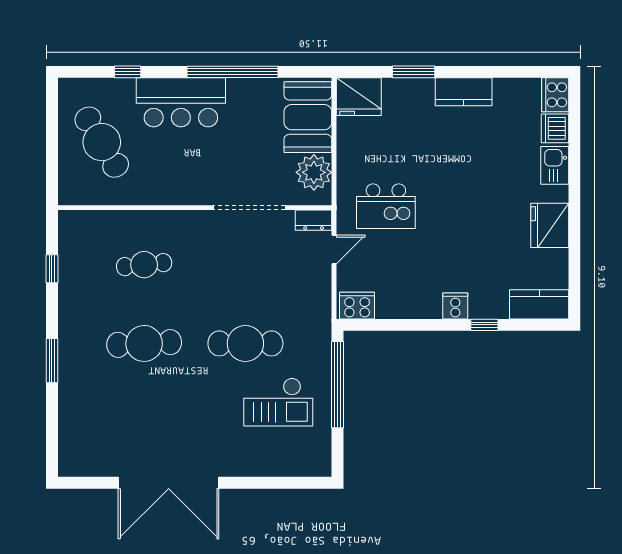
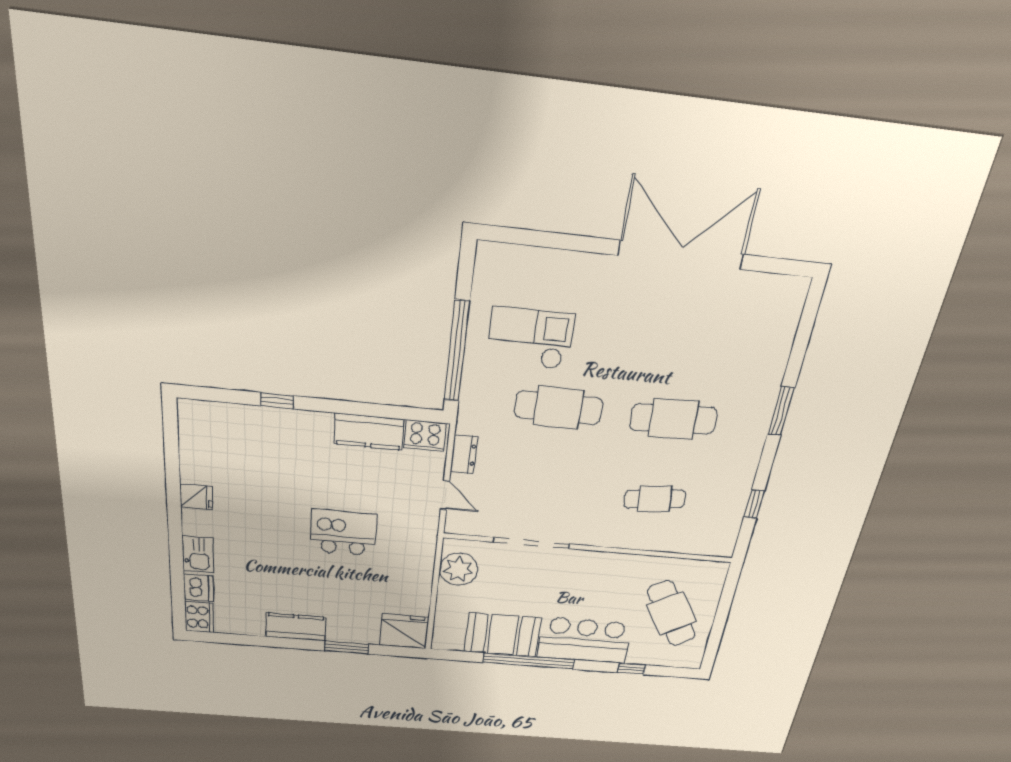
booth: (308, 117) -> (503, 635), moved, turned 90
kitchen island: (386, 206) -> (343, 533), moved
dresser: (314, 220) -> (464, 454), moved, turned 90
fridge: (550, 225) -> (196, 497), width x0.53, depth x0.75
door: (334, 249) -> (445, 495), swing flipped
kitchen counter: (539, 304) -> (369, 432), moved
cooker: (455, 306) -> (311, 425), removed

